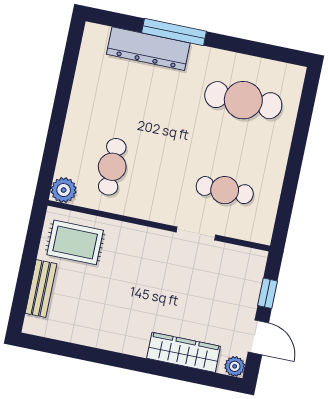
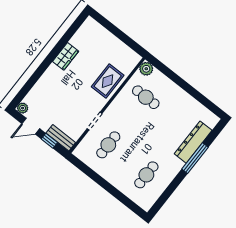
cafe table: (243, 100) -> (146, 175), width x0.73, depth x0.74
rug: (75, 242) -> (108, 81), moved
bench: (41, 289) -> (61, 138), moved
wardrobe: (184, 352) -> (66, 56), moved, width x0.67

